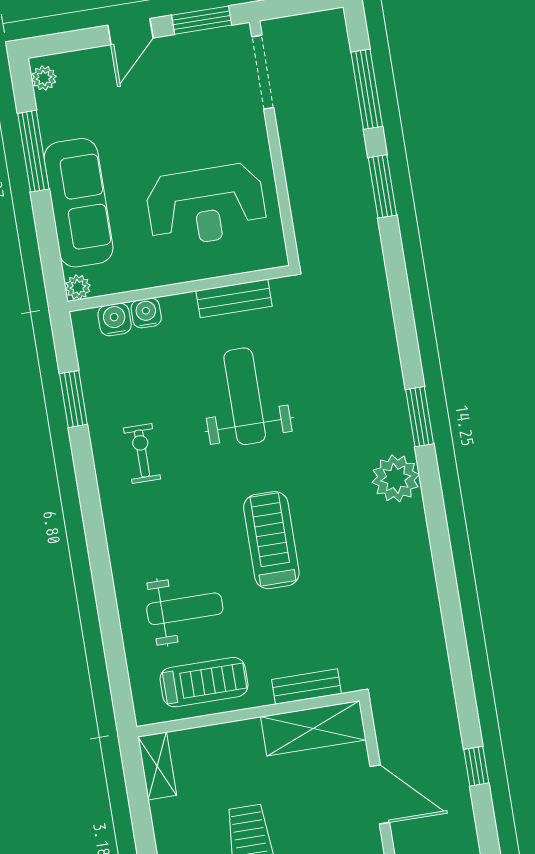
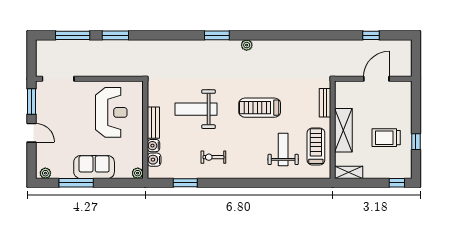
sofa: (79, 203) -> (94, 167), width x0.73
bench: (234, 298) -> (153, 123), moved
plant: (396, 478) -> (247, 45), width x0.53, depth x0.53
shelving: (313, 728) -> (343, 130), moved

